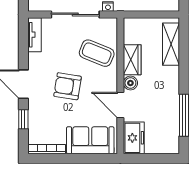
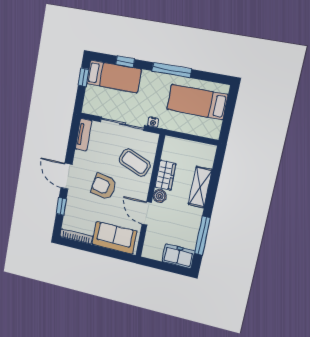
shelving: (171, 44) -> (200, 187), moved
freezer: (134, 138) -> (178, 256), moved, turned -90

